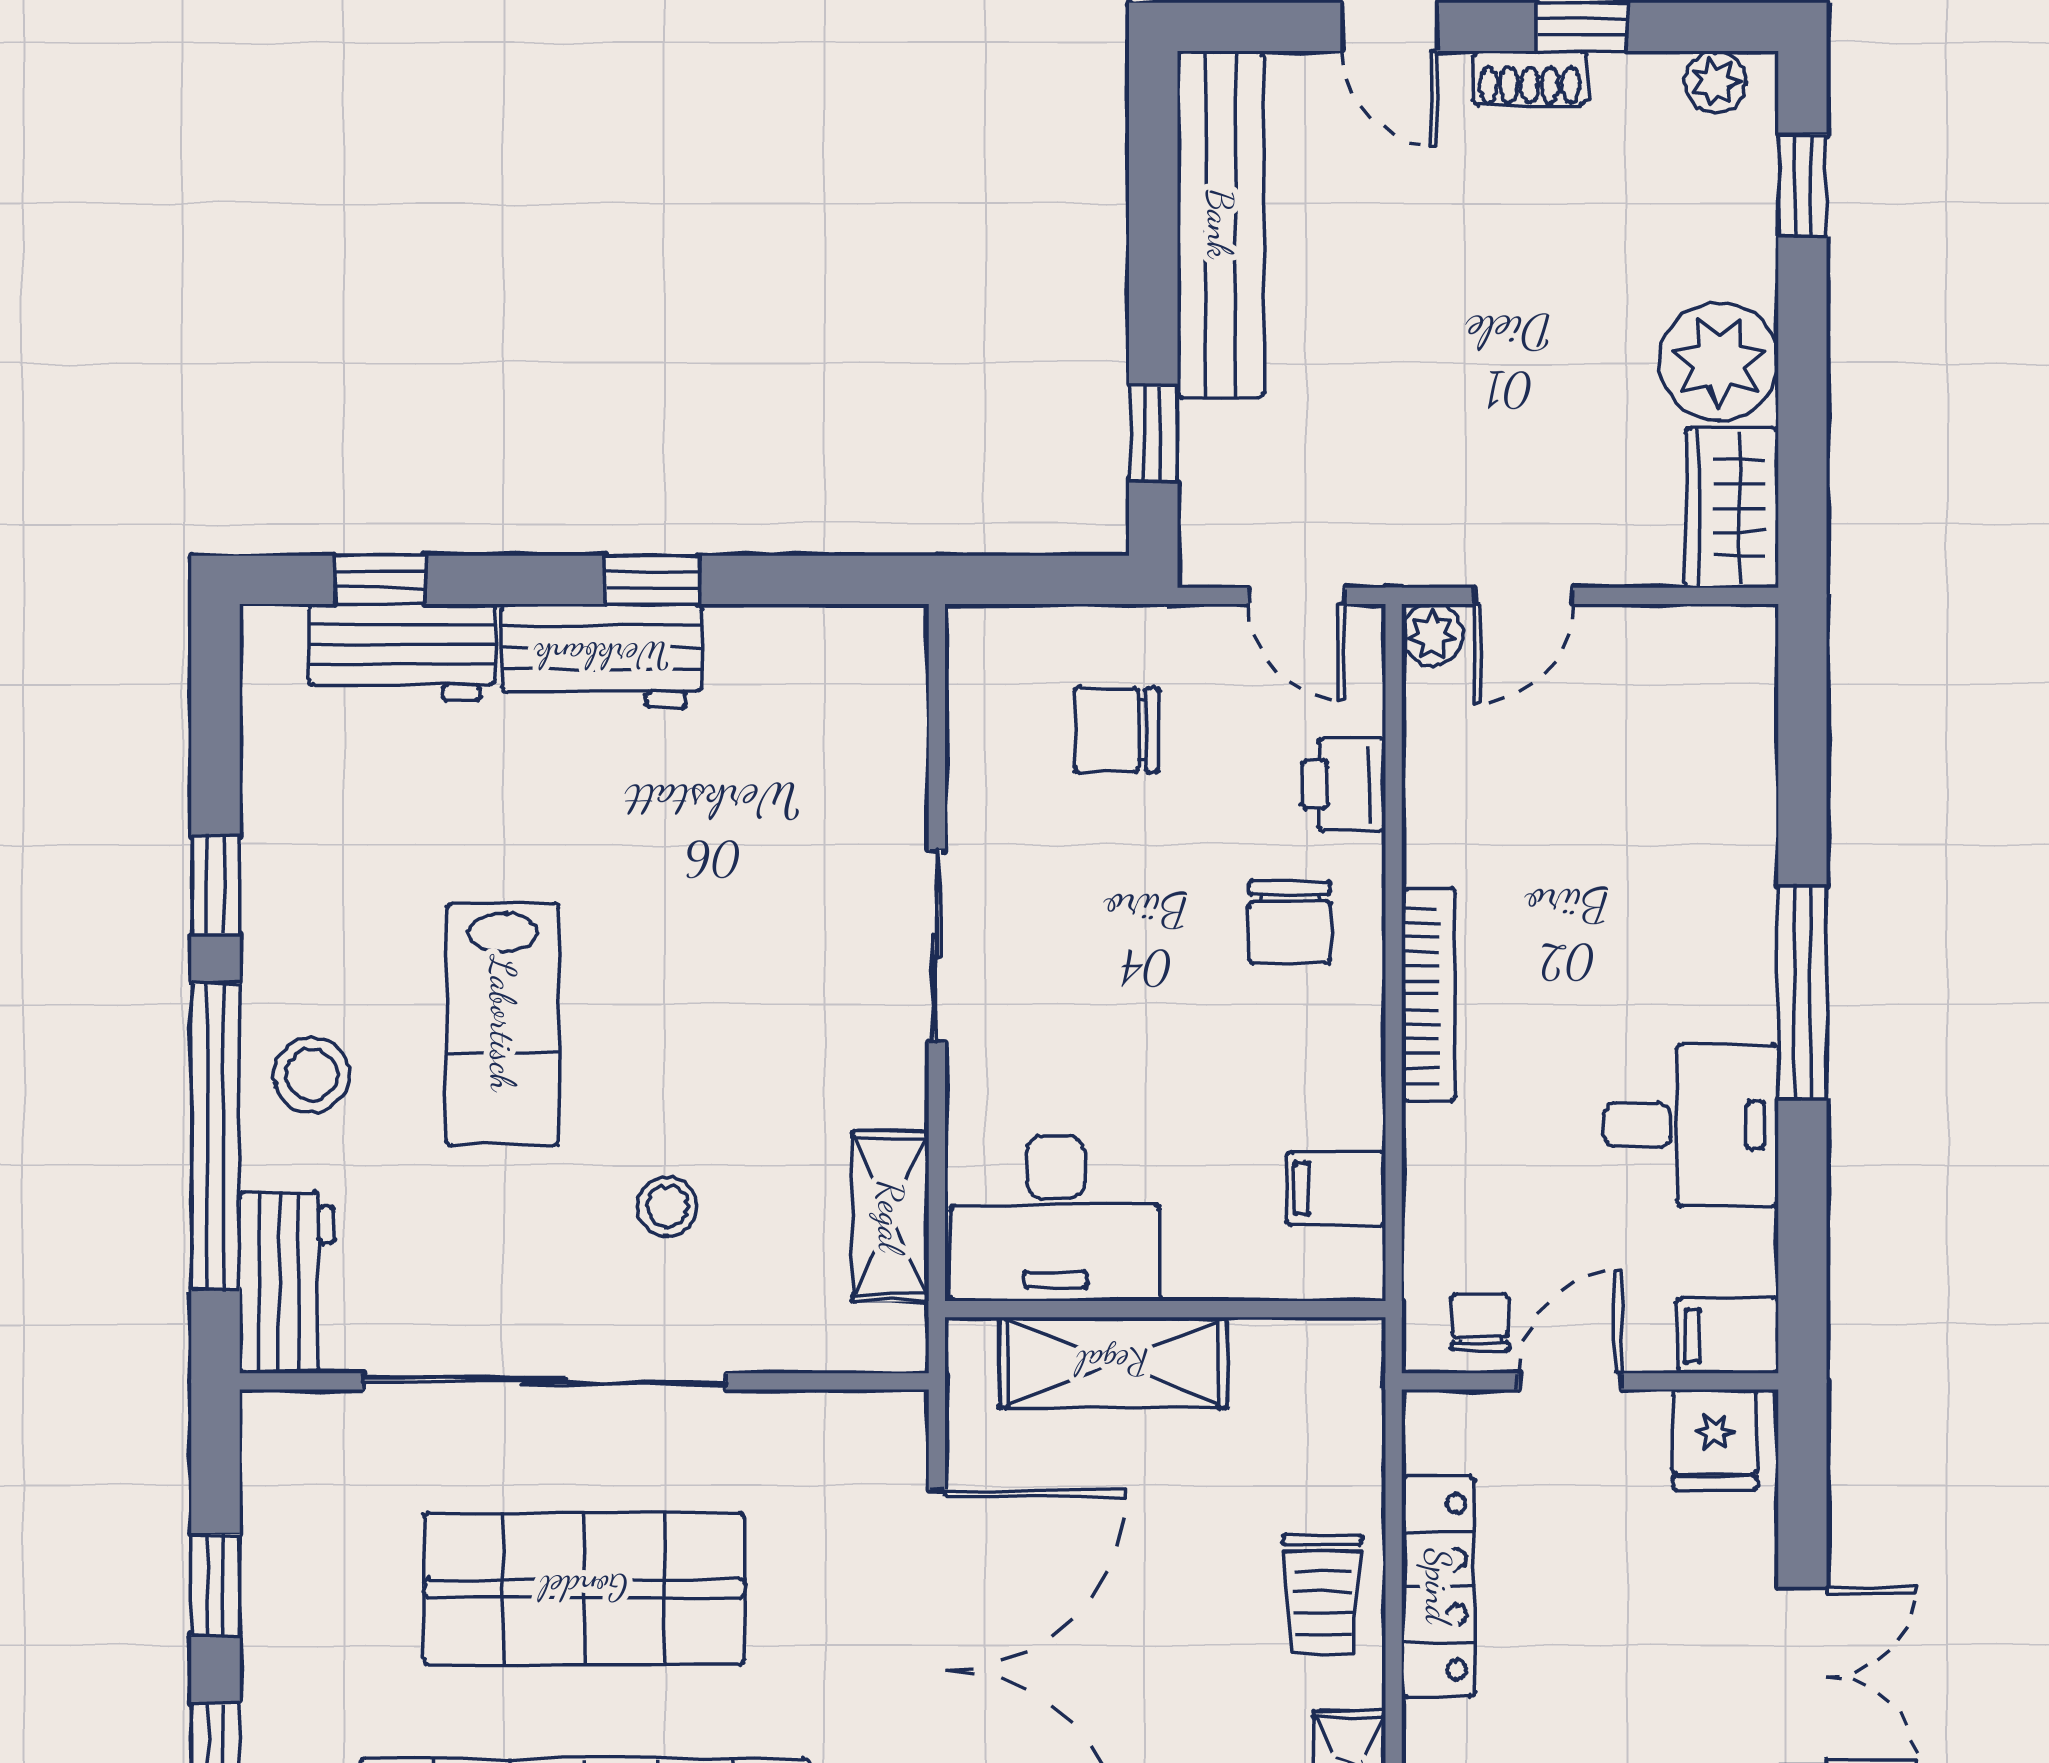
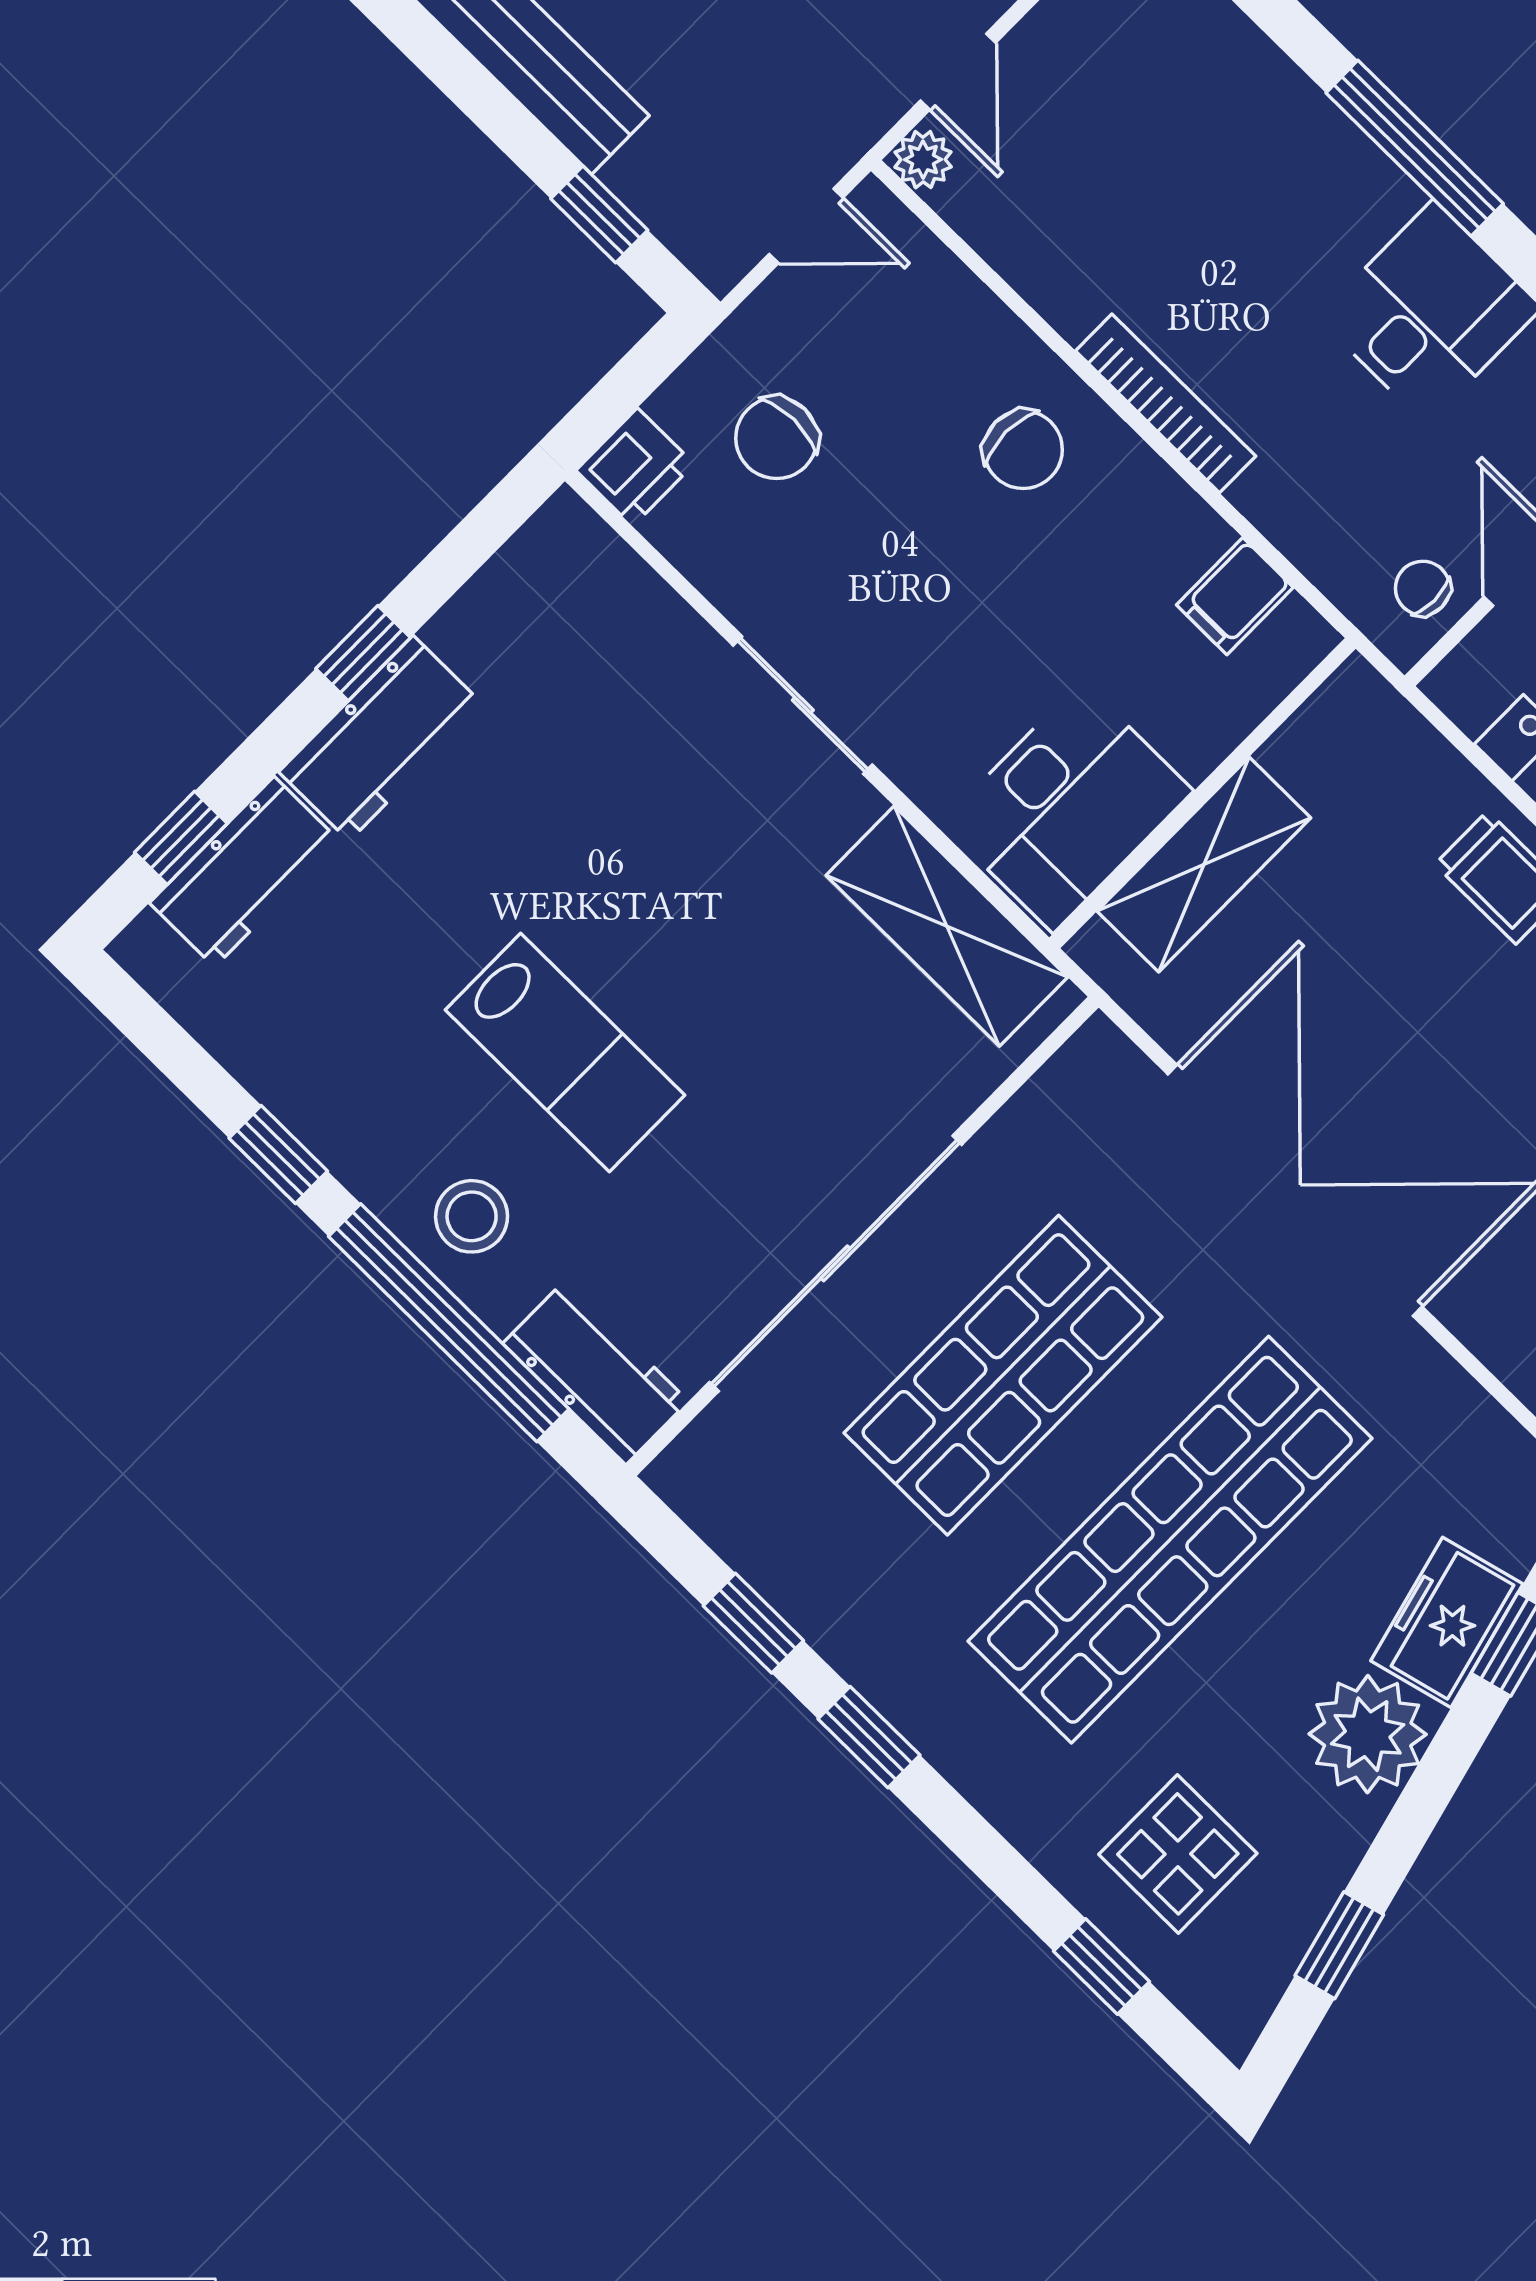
printer: (1344, 785) -> (635, 467), moved, turned -90
stool: (667, 1206) -> (799, 1063), removed
shelving: (891, 1216) -> (947, 926), width x1.50, depth x1.33

